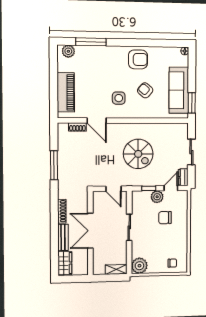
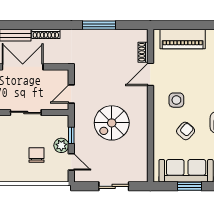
window: (192, 103) -> (189, 186), moved
dresser: (183, 177) -> (84, 177), removed

